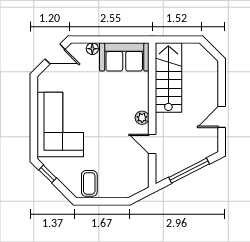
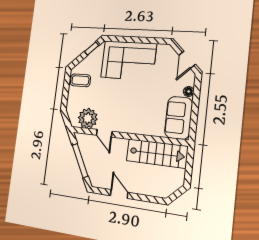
plant: (142, 118) -> (88, 118), moved, width x1.88, depth x1.88
door: (152, 144) -> (104, 133), swing flipped

